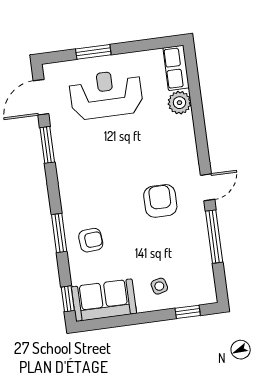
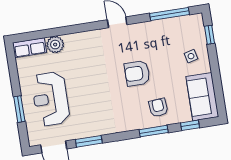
armchair: (160, 201) -> (137, 73), moved
window: (214, 237) -> (170, 14), moved
window: (68, 299) -> (190, 125), moved

